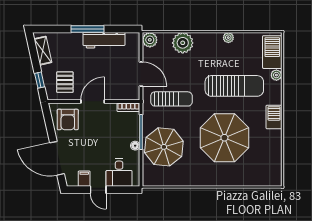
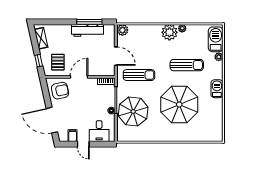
window: (87, 29) -> (89, 22), moved
plant: (183, 43) -> (169, 32), moved
sun lounger: (234, 86) -> (187, 65), width x0.73, depth x0.75
armchair: (68, 119) -> (60, 91), turned -102

